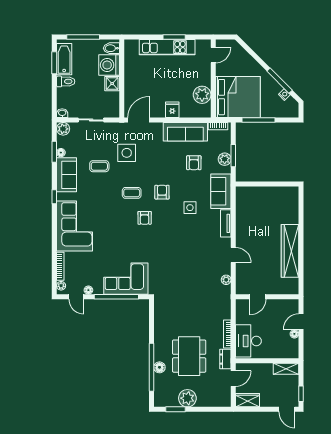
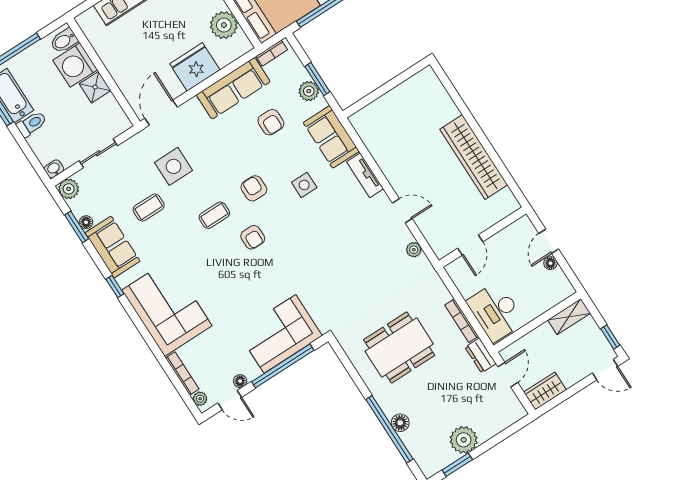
fridge: (172, 110) -> (195, 67), width x1.88, depth x1.34
dining table: (189, 356) -> (399, 348), moved, turned 90

